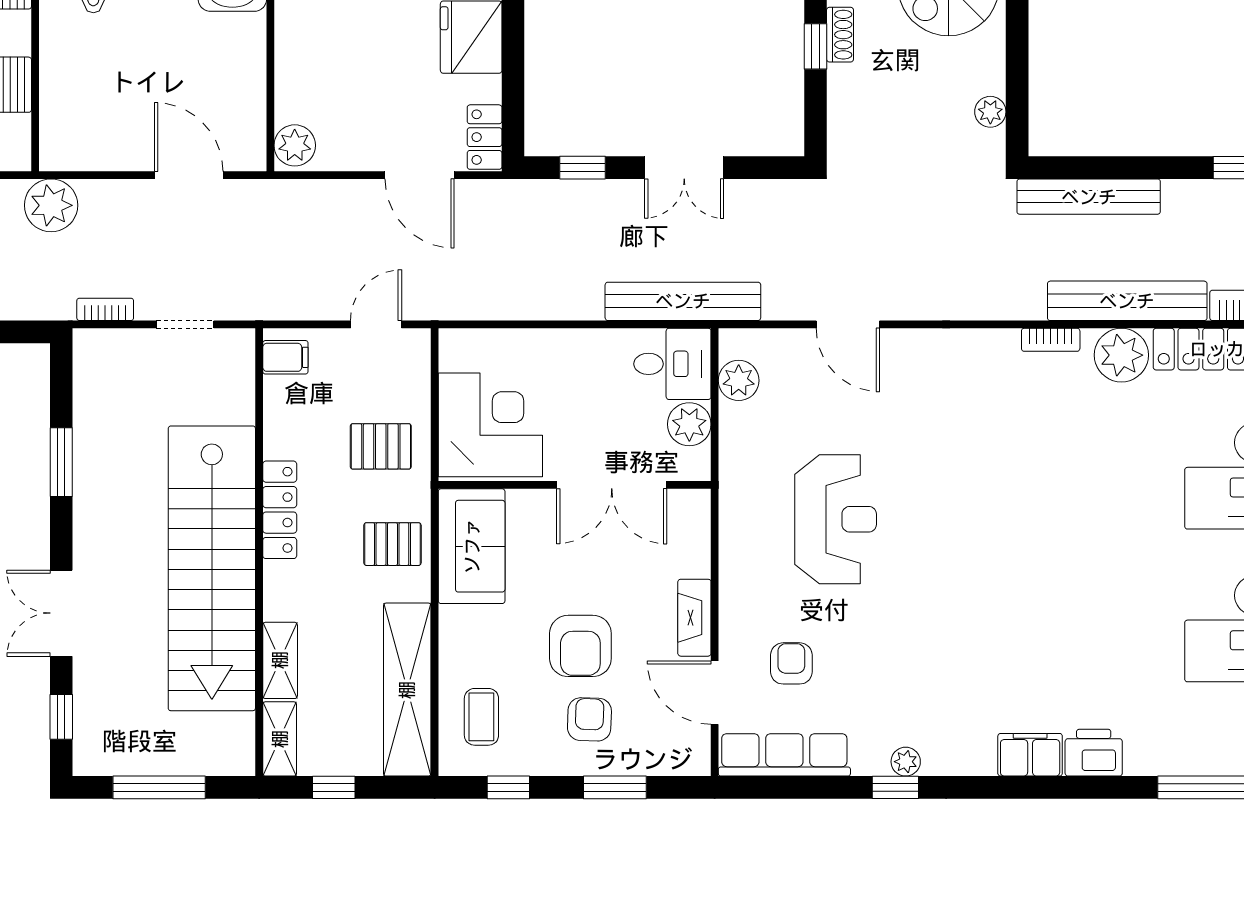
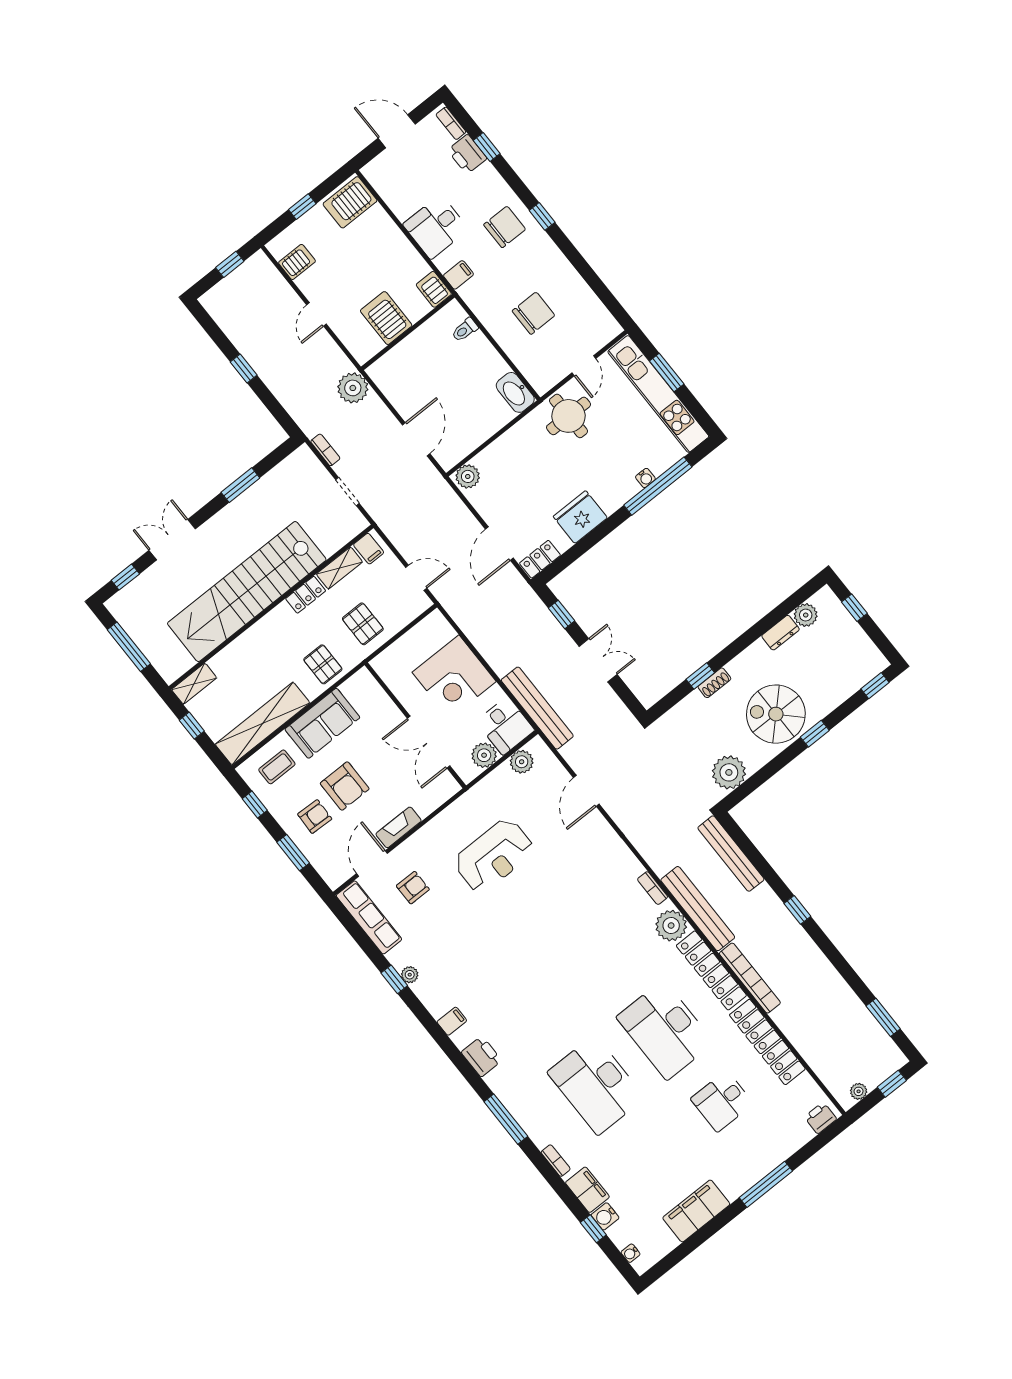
plant: (990, 112) -> (729, 772), width x1.88, depth x1.88
double door: (684, 168) -> (598, 660), swing flipped
corner desk: (490, 425) -> (454, 677), moved, turned 90
locker: (280, 510) -> (306, 595), width x0.66
sofa: (472, 546) -> (322, 723), moved
armchair: (580, 646) -> (345, 786), turned -90
shelving: (280, 660) -> (339, 568), moved
filing cabinet: (1030, 755) -> (452, 1021), width x0.50

